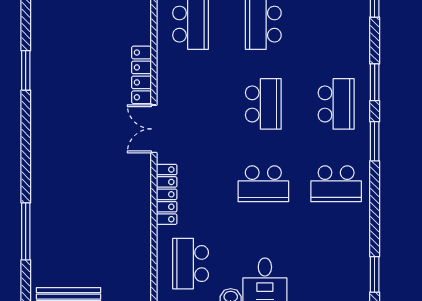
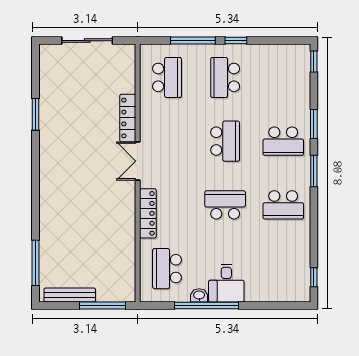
school desk: (336, 104) -> (283, 141), turned 90
school desk: (263, 184) -> (225, 205), turned 180
window: (26, 231) -> (35, 263), moved
window: (375, 274) -> (314, 277), width x0.67

